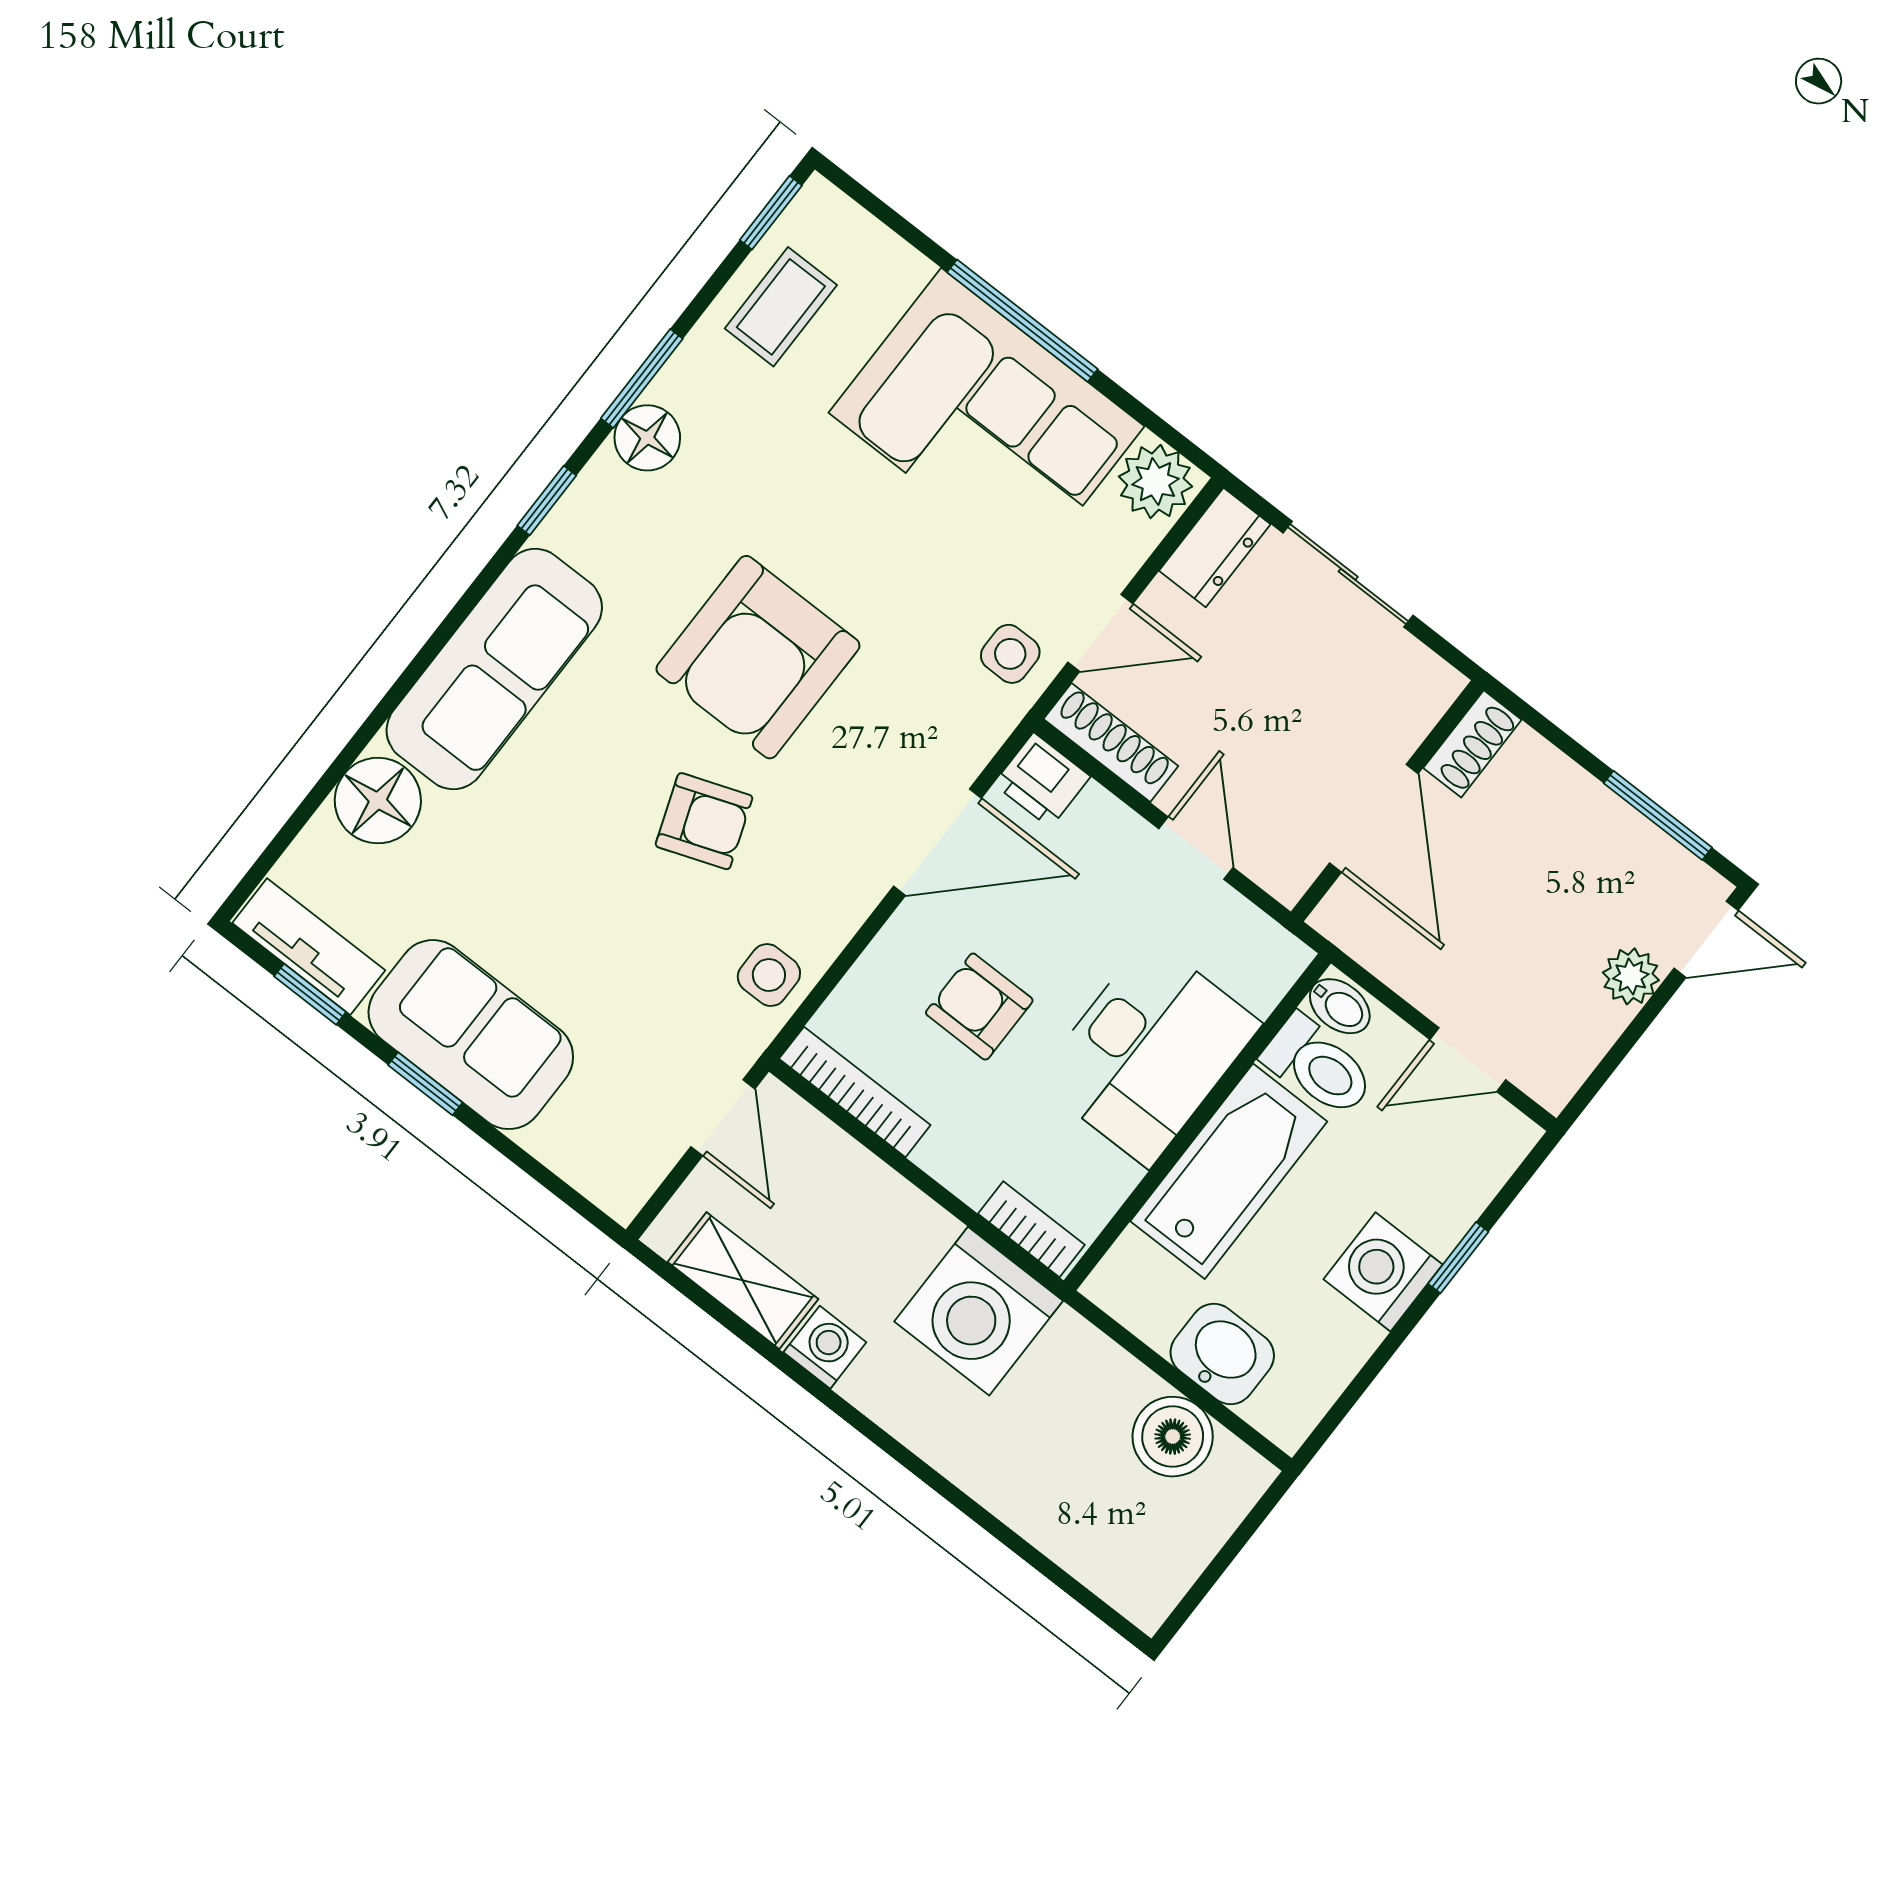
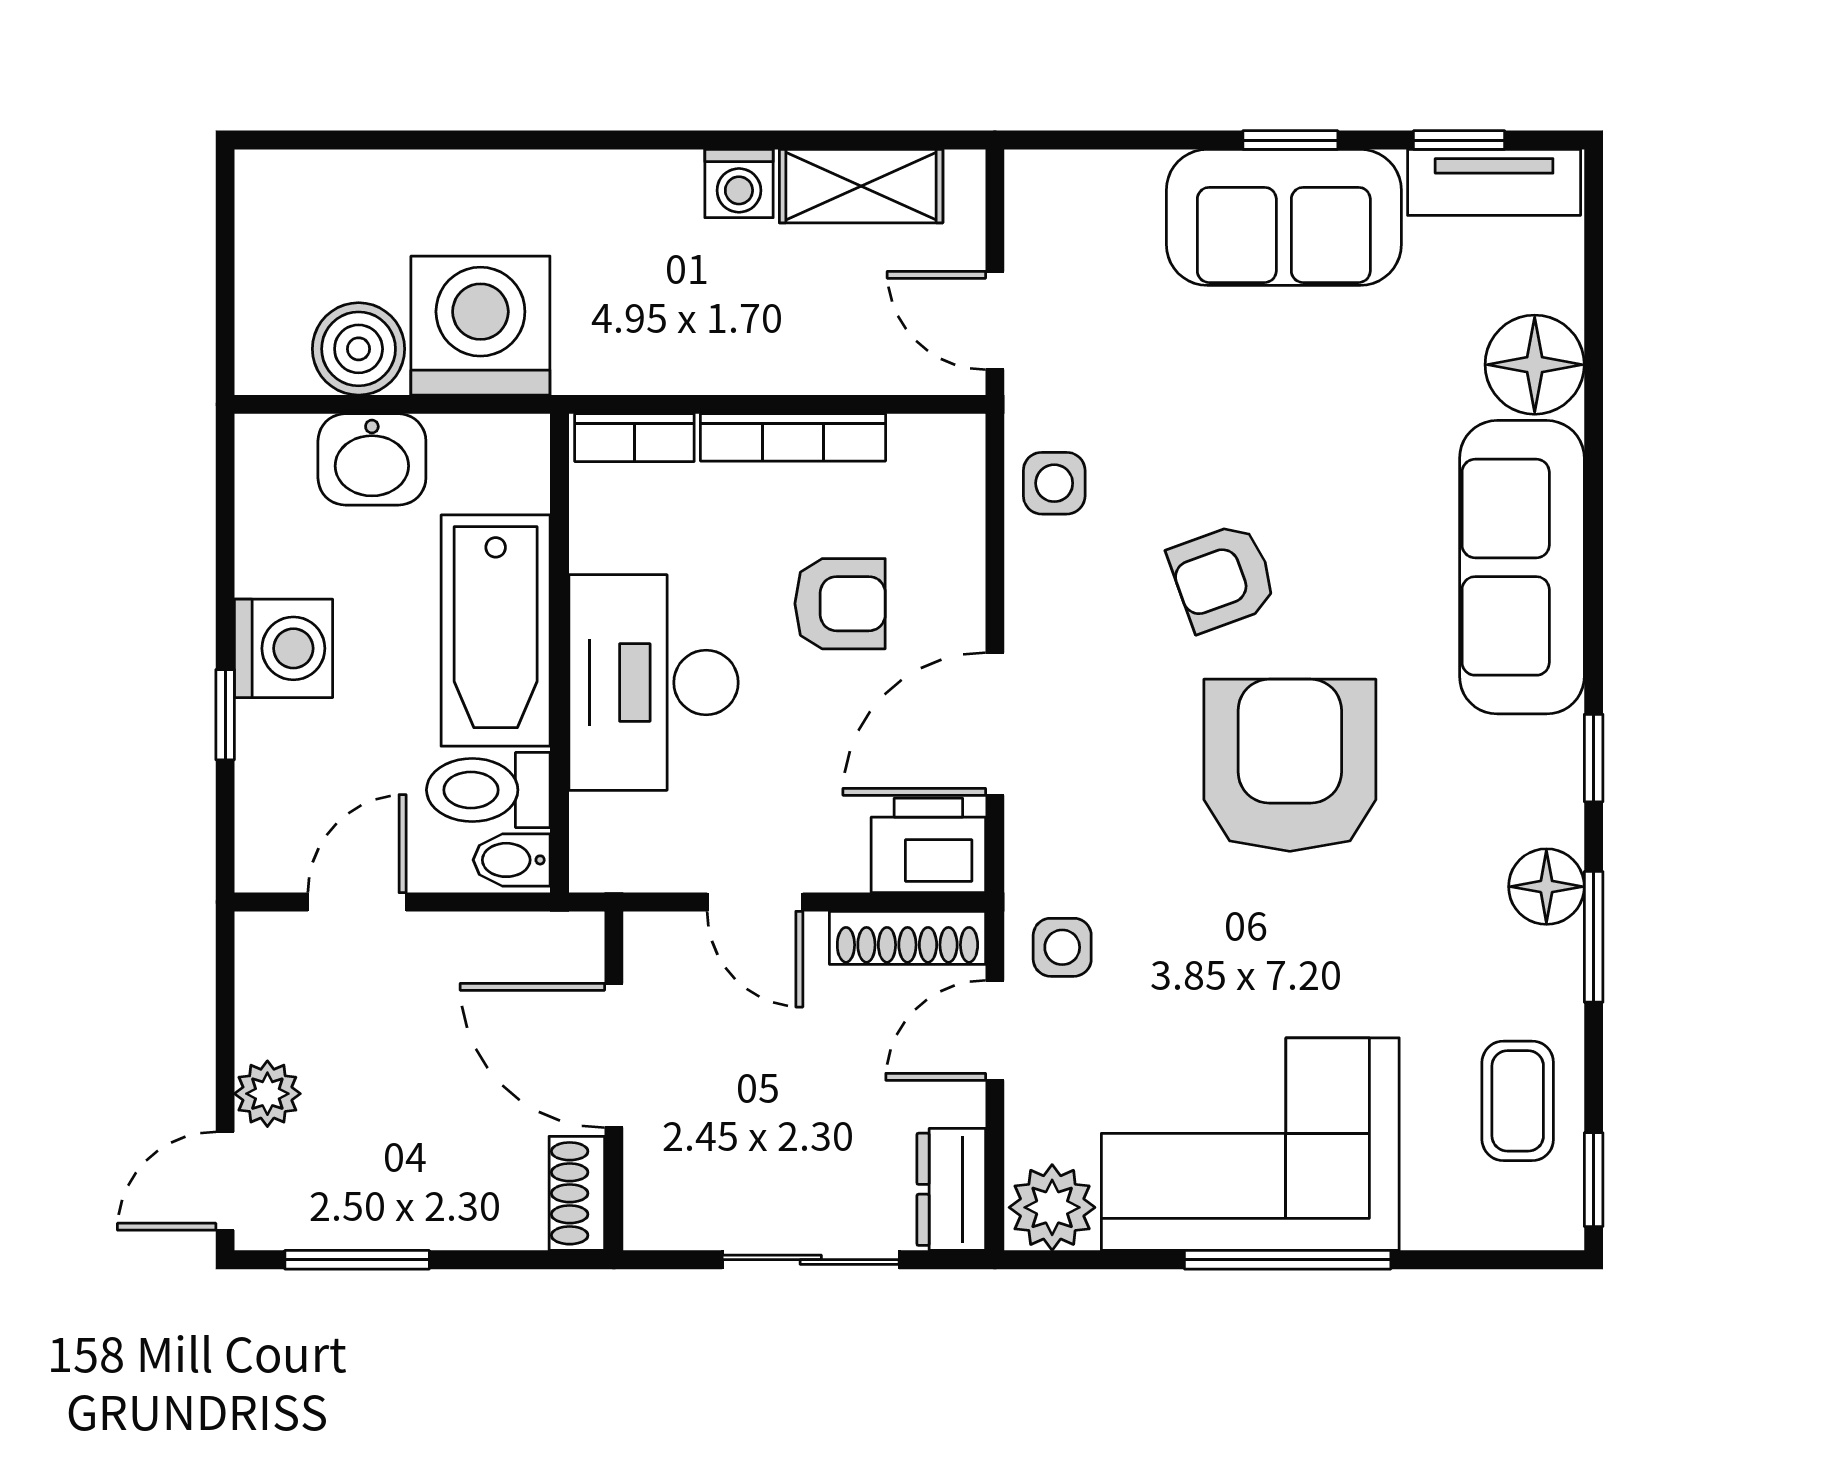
printer: (1042, 780) -> (928, 845), width x1.36, depth x1.24
bookcase: (855, 1092) -> (793, 437), moved
washing machine: (979, 1311) -> (480, 326), moved

